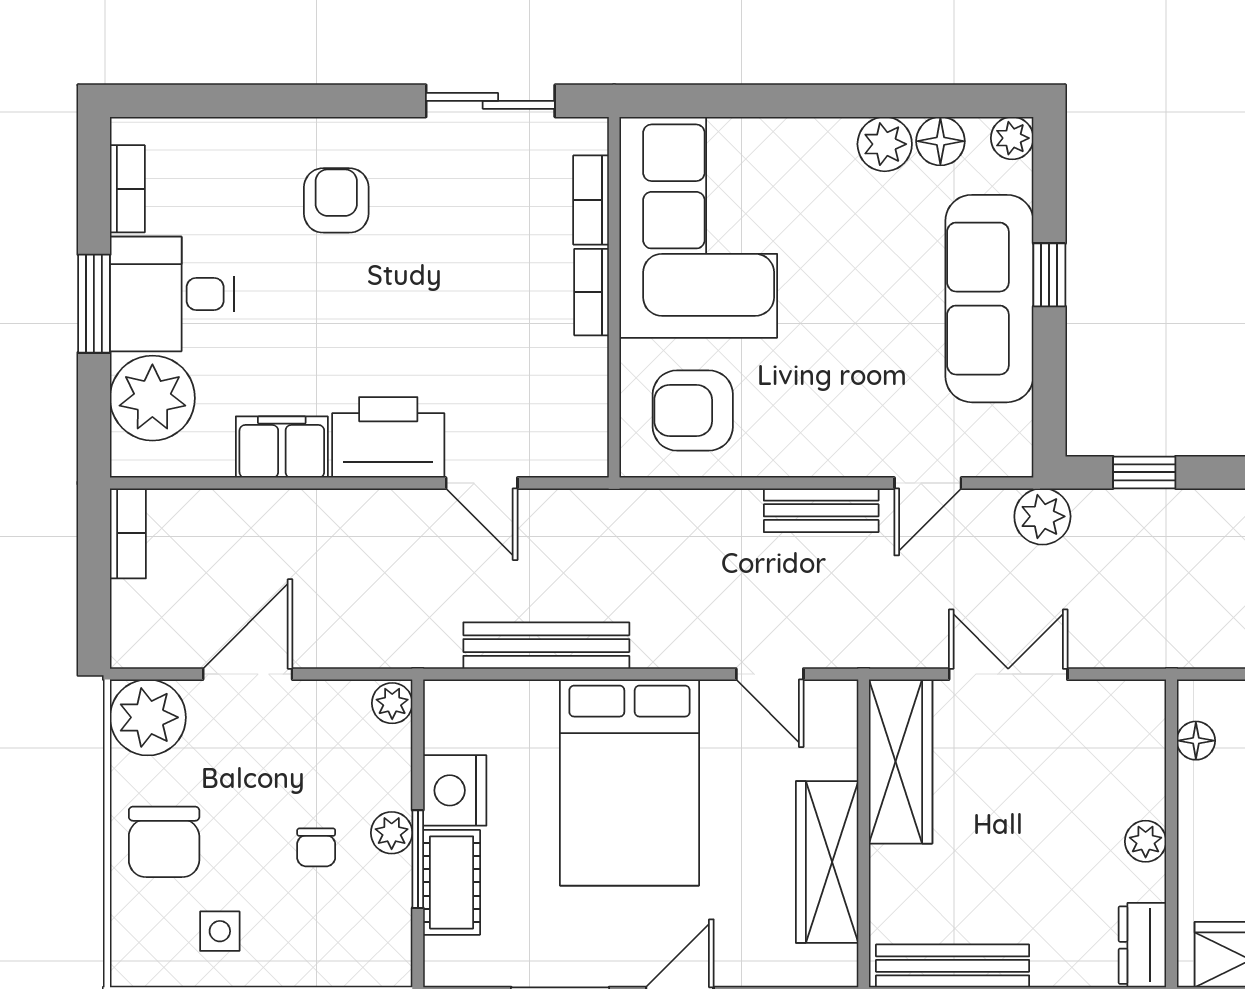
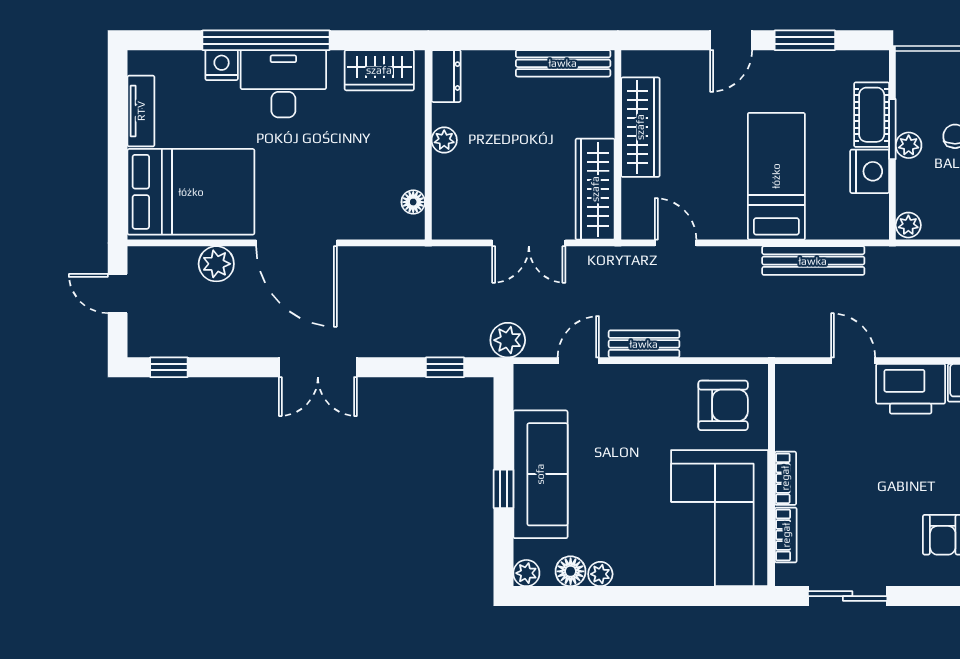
plant: (885, 144) -> (600, 574), width x0.73, depth x0.73
bed: (630, 782) -> (776, 176), width x0.67

